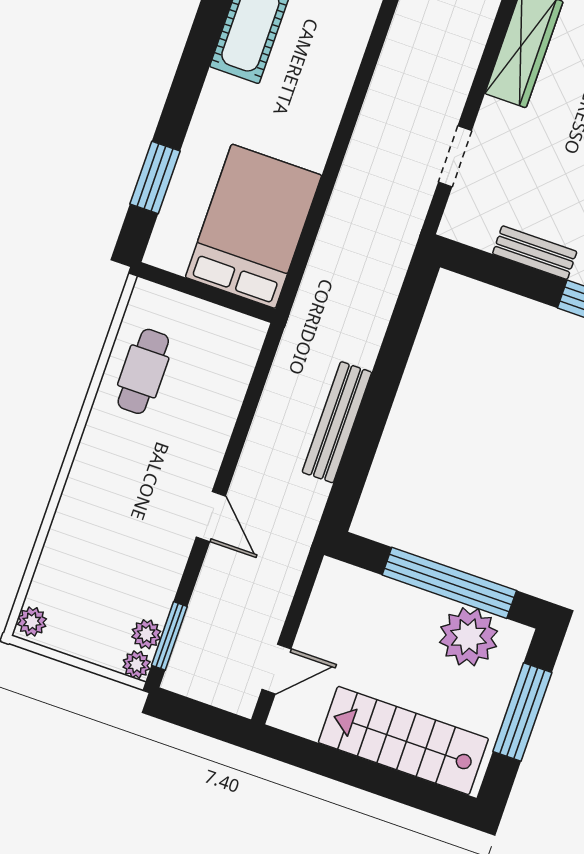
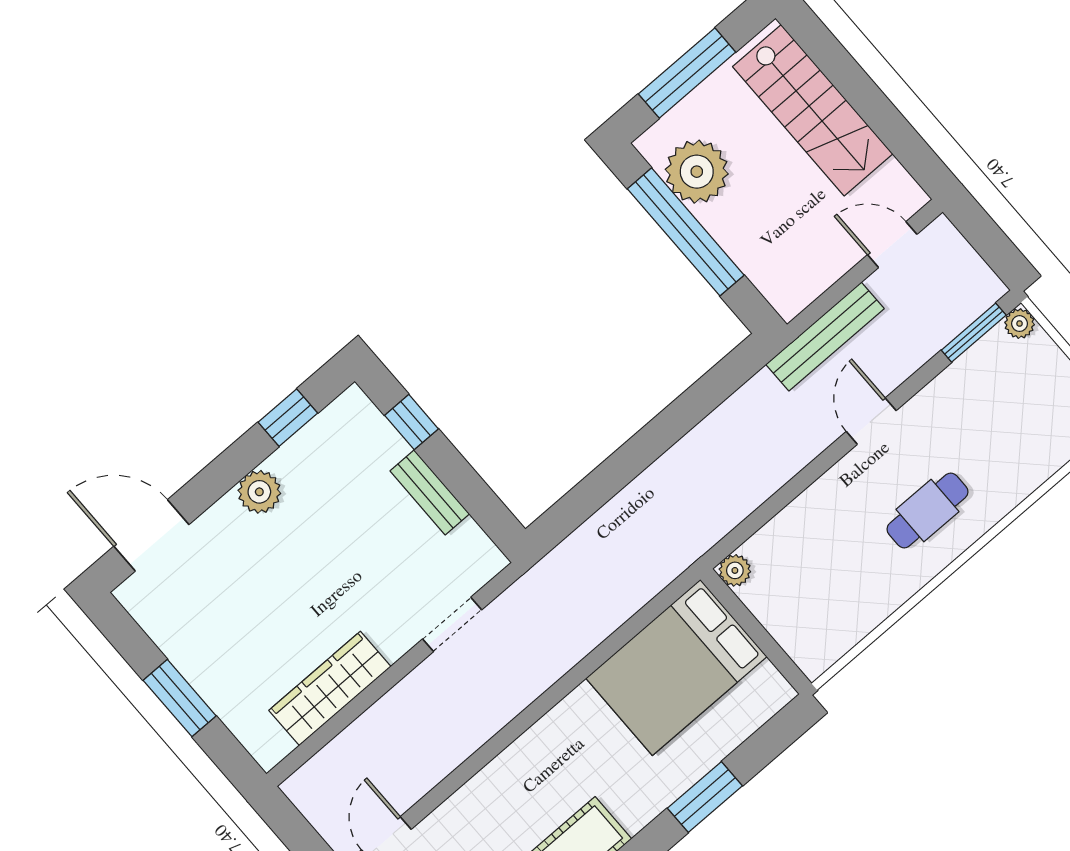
window: (155, 178) -> (705, 797), moved
cafe table: (143, 371) -> (927, 510), moved
bench: (337, 422) -> (825, 336), moved
plant: (146, 634) -> (735, 570), moved

